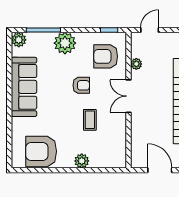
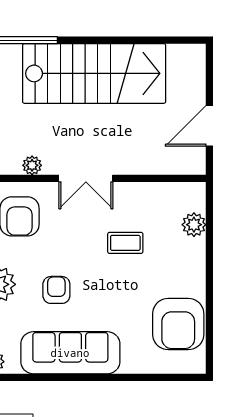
armchair: (81, 85) -> (56, 290), moved
plant: (82, 161) -> (194, 225), moved

